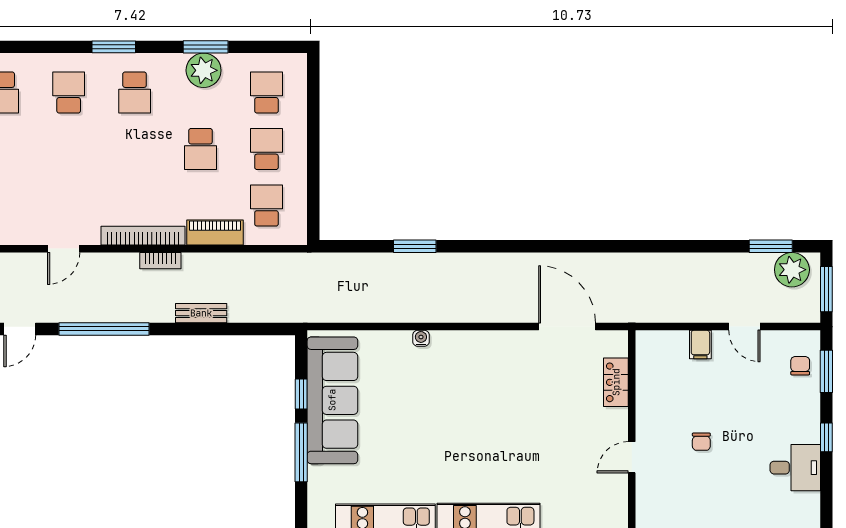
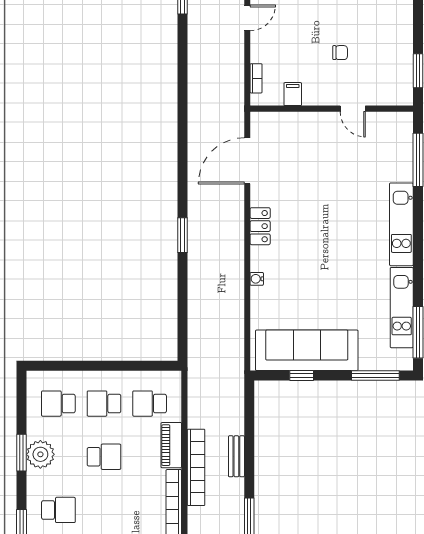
window: (415, 246) -> (182, 235), moved
bookcase: (160, 261) -> (196, 467), width x2.31, depth x1.31
bookcase: (669, 337) -> (256, 78), added
filing cabinet: (700, 345) -> (293, 94), moved, turned -90
locker: (616, 382) -> (260, 226), moved, turned -90
window: (301, 452) -> (375, 376), moved

